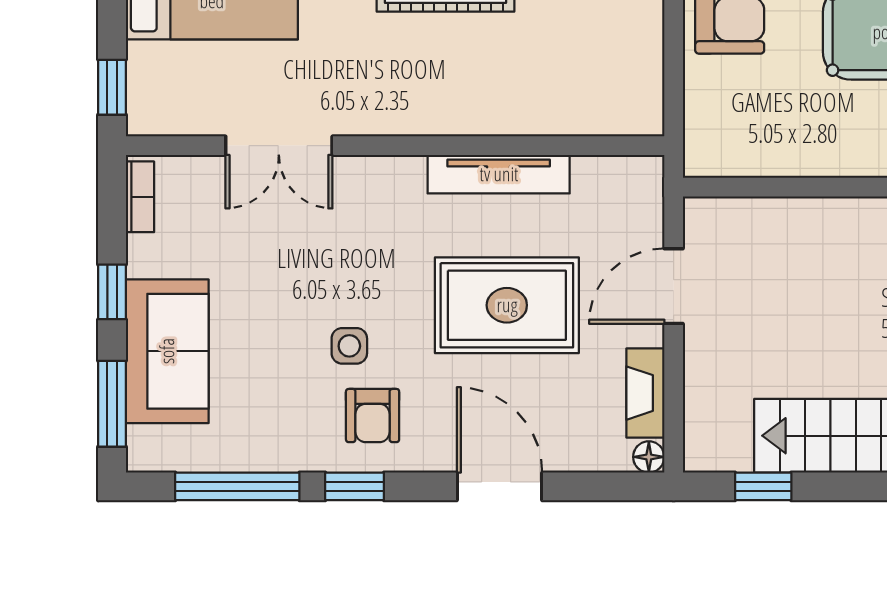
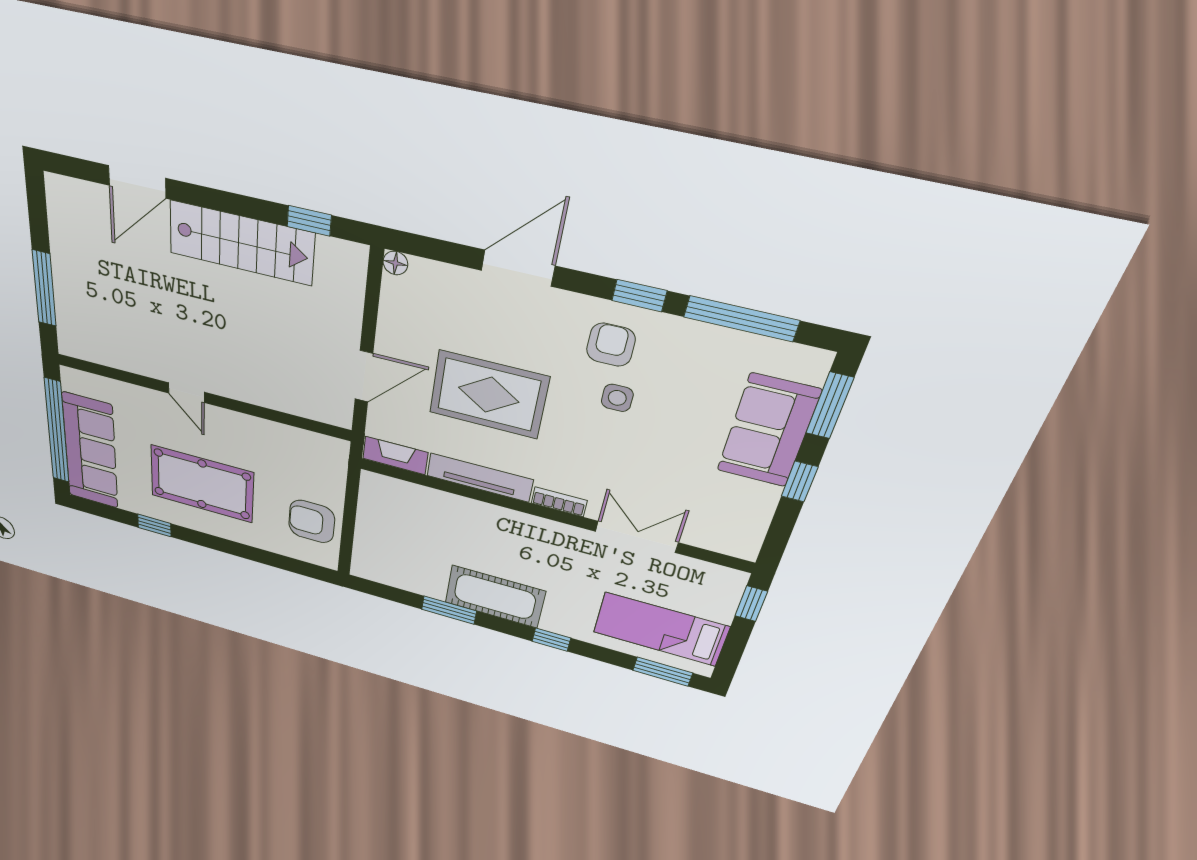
bookcase: (140, 197) -> (559, 502), moved, turned 90
fireplace: (645, 393) -> (395, 455), moved, turned -90
door: (499, 486) -> (518, 268), swing flipped

